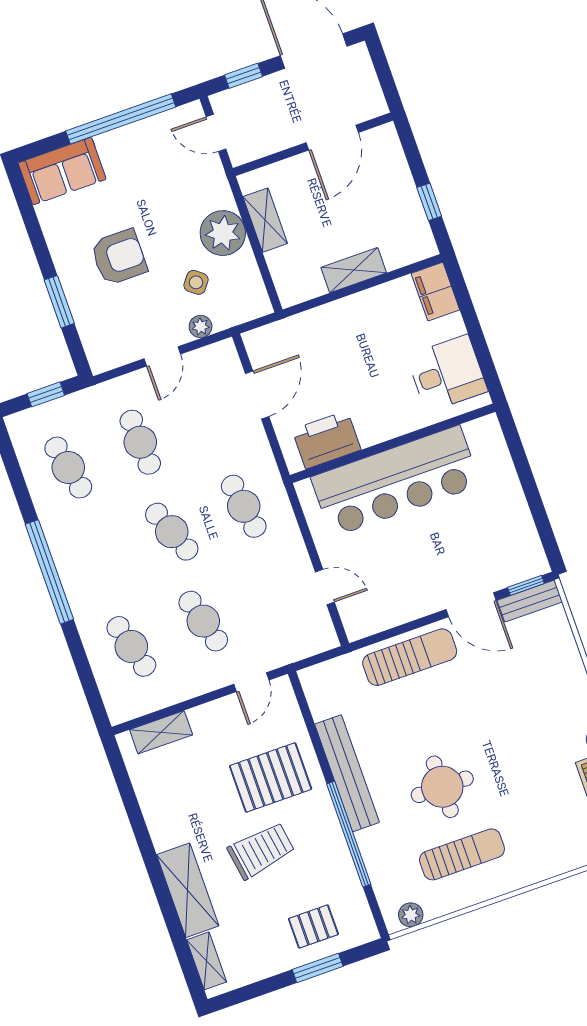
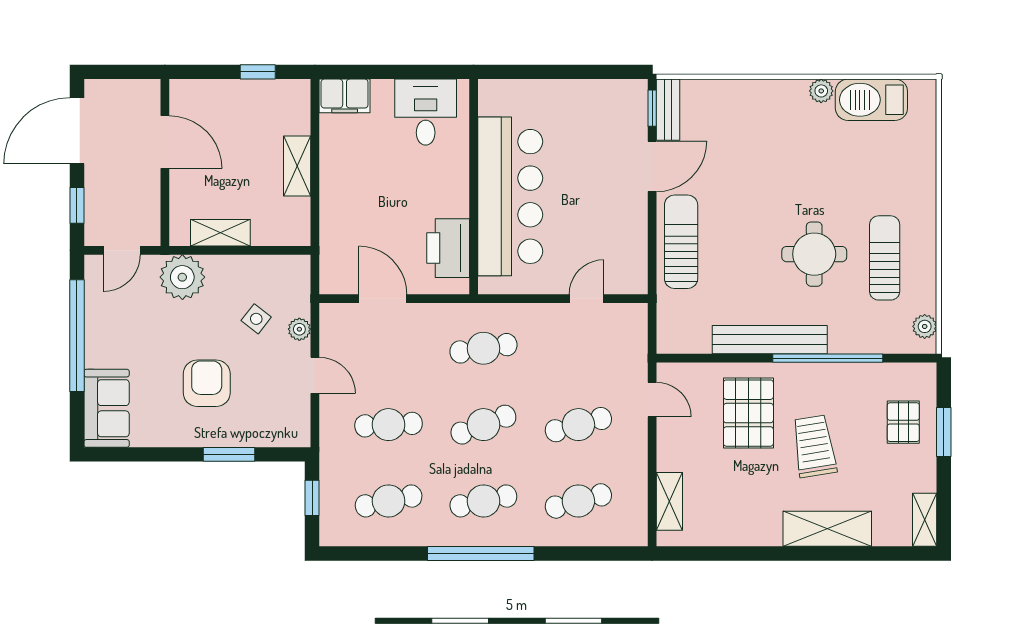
plant: (223, 233) -> (182, 277), moved
cafe table: (100, 557) -> (483, 501), added
shelving: (207, 961) -> (925, 520), moved, turned 90

